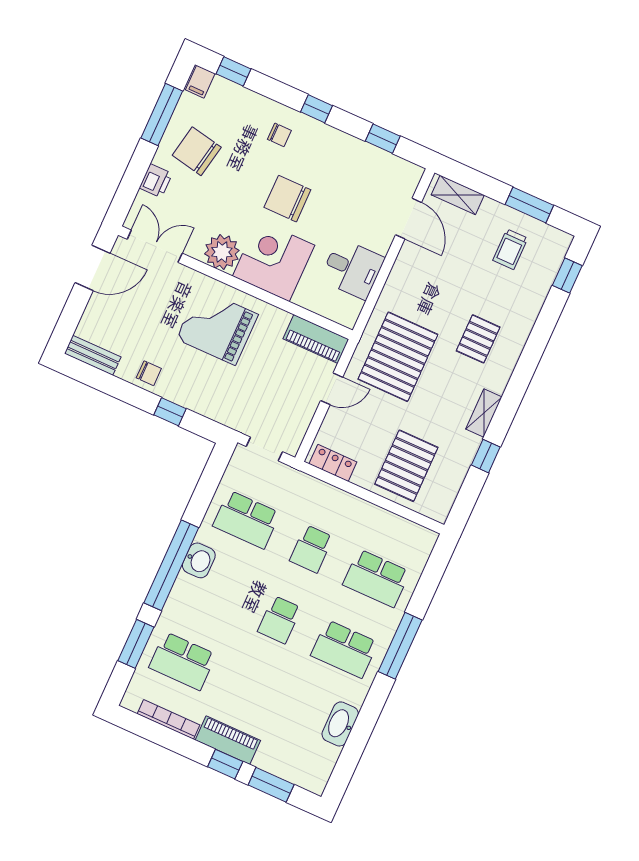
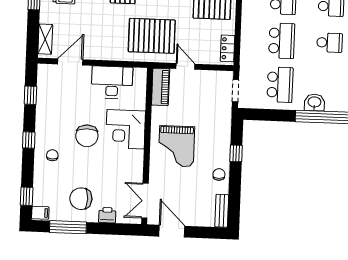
chair: (197, 151) -> (81, 199), turned 79
plant: (222, 252) -> (133, 161), removed
desk: (352, 269) -> (112, 82), width x1.37
school desk: (311, 549) -> (282, 41), width x1.85

